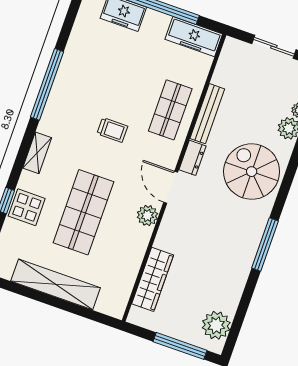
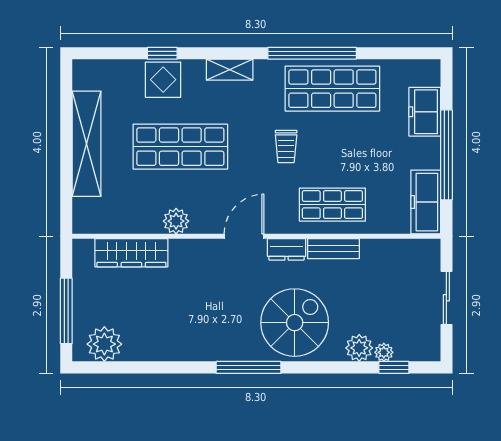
shop shelf: (80, 78) -> (332, 89), added
bench: (207, 114) -> (333, 249), width x0.73
plant: (147, 215) -> (176, 221), moved
window: (265, 245) -> (249, 367), moved

